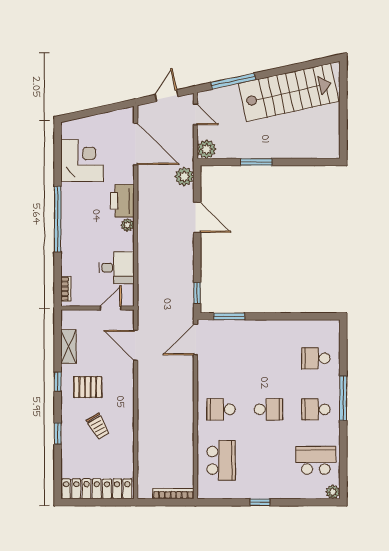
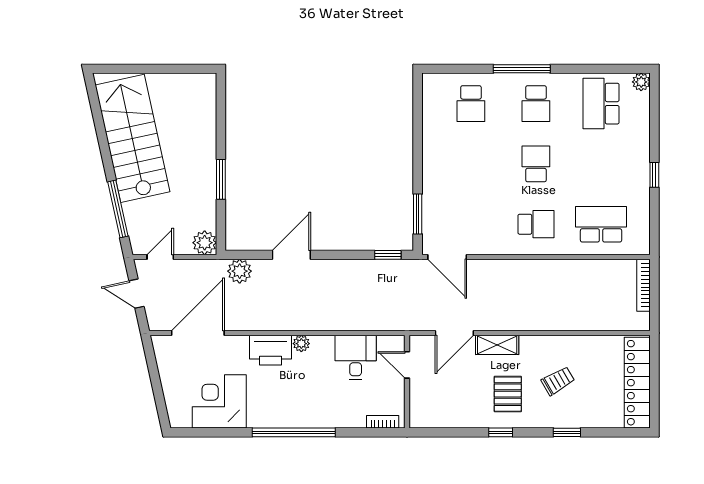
shelving: (69, 347) -> (497, 345), moved
school desk: (221, 409) -> (536, 224), turned -90

